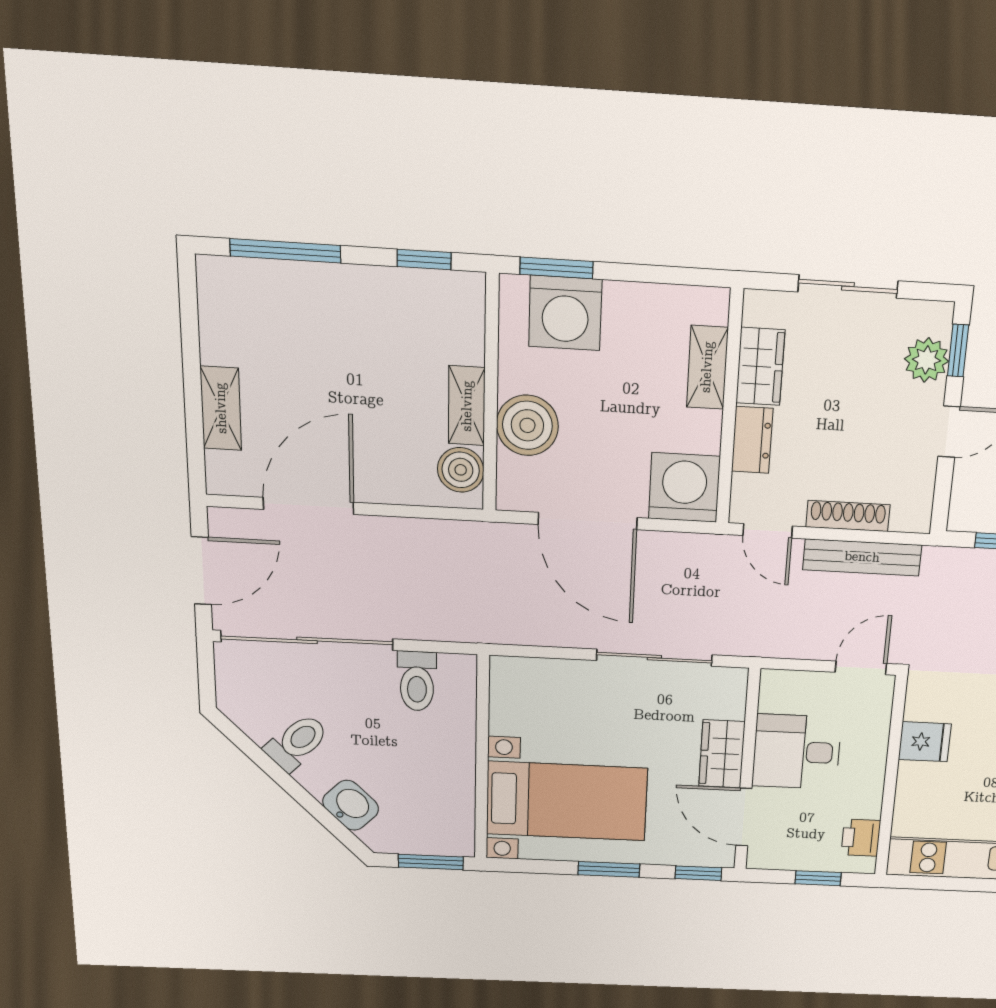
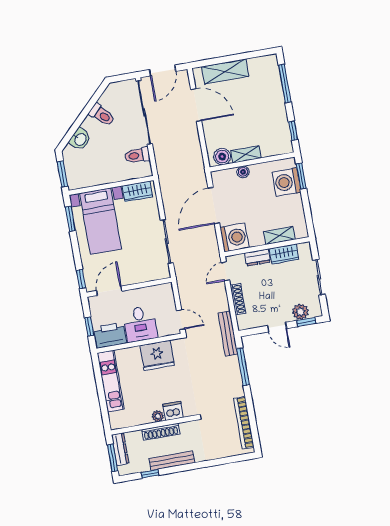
shelving: (221, 408) -> (225, 72), width x1.50, depth x1.33
boiler: (527, 425) -> (243, 172), width x0.54, depth x0.54
bench: (862, 557) -> (228, 333), moved
door: (201, 571) -> (163, 70), hinge flipped
fridge: (925, 742) -> (157, 355), width x1.88, depth x1.34
desk: (797, 752) -> (140, 324), moved, turned 180
wardrobe: (722, 754) -> (137, 191), moved, turned 180
printer: (861, 838) -> (110, 335), width x1.87, depth x1.48
window: (609, 869) -> (70, 219), moved

